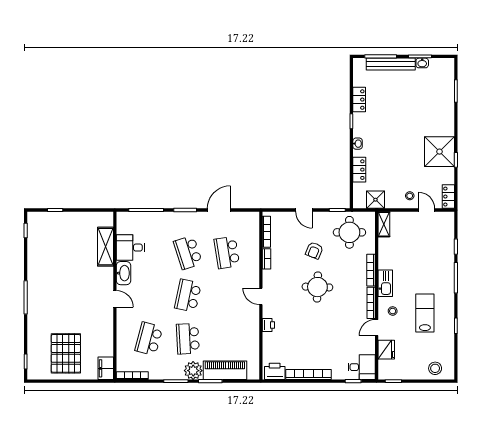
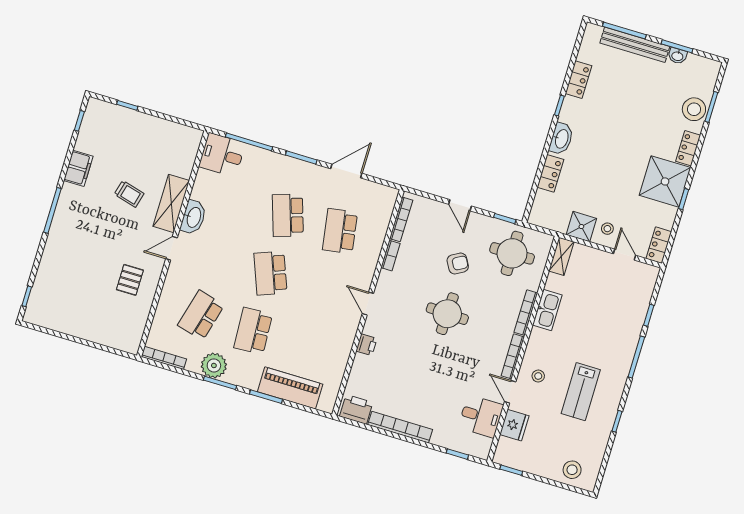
stool: (445, 96) -> (694, 109), added
locker: (449, 124) -> (688, 148), added
washbasin: (358, 144) -> (561, 139), width x1.91, depth x1.45
shower: (375, 200) -> (581, 227), moved
shelving: (106, 247) -> (171, 203), moved
desk: (130, 248) -> (222, 155), moved
armchair: (314, 250) -> (458, 263), turned -142
trolley: (75, 270) -> (129, 194), added
kitchen sink: (385, 283) -> (547, 310), moved
school desk: (188, 296) -> (270, 273), turned -33
door: (115, 299) -> (171, 248), swing flipped
lab bench: (425, 313) -> (581, 392), turned 180
door: (377, 328) -> (510, 392), hinge flipped
pallet: (66, 353) -> (130, 280), moved, width x0.49, depth x0.50
desk: (362, 367) -> (481, 416), moved
filing cabinet: (106, 368) -> (78, 168), moved, turned 180
plant: (193, 371) -> (214, 365), moved

